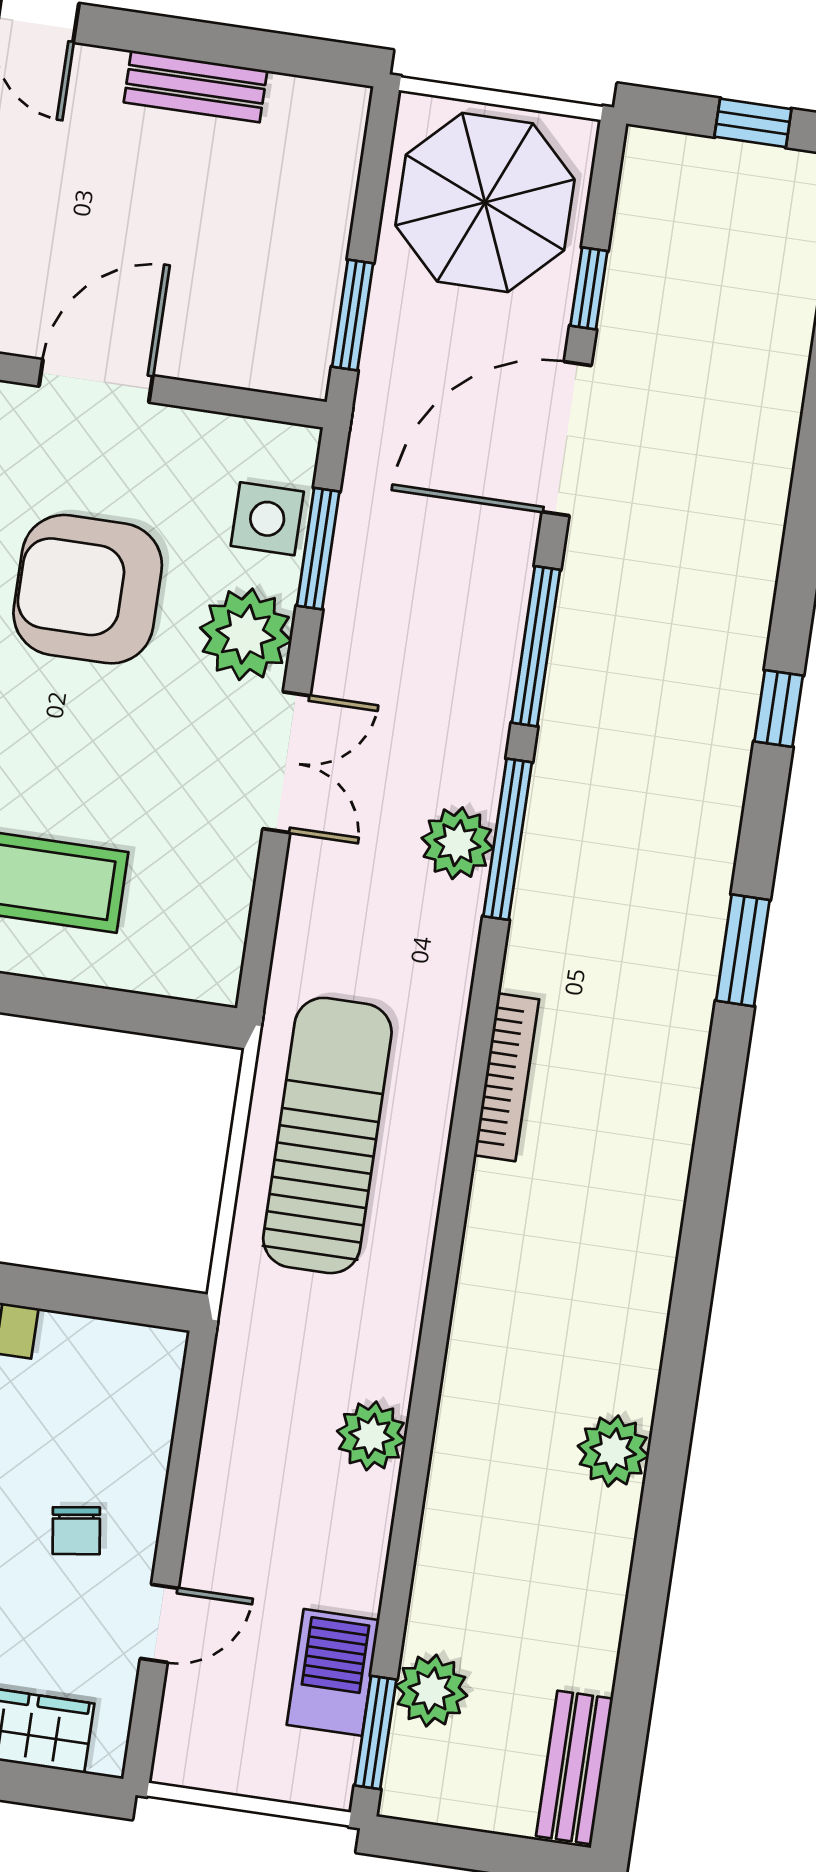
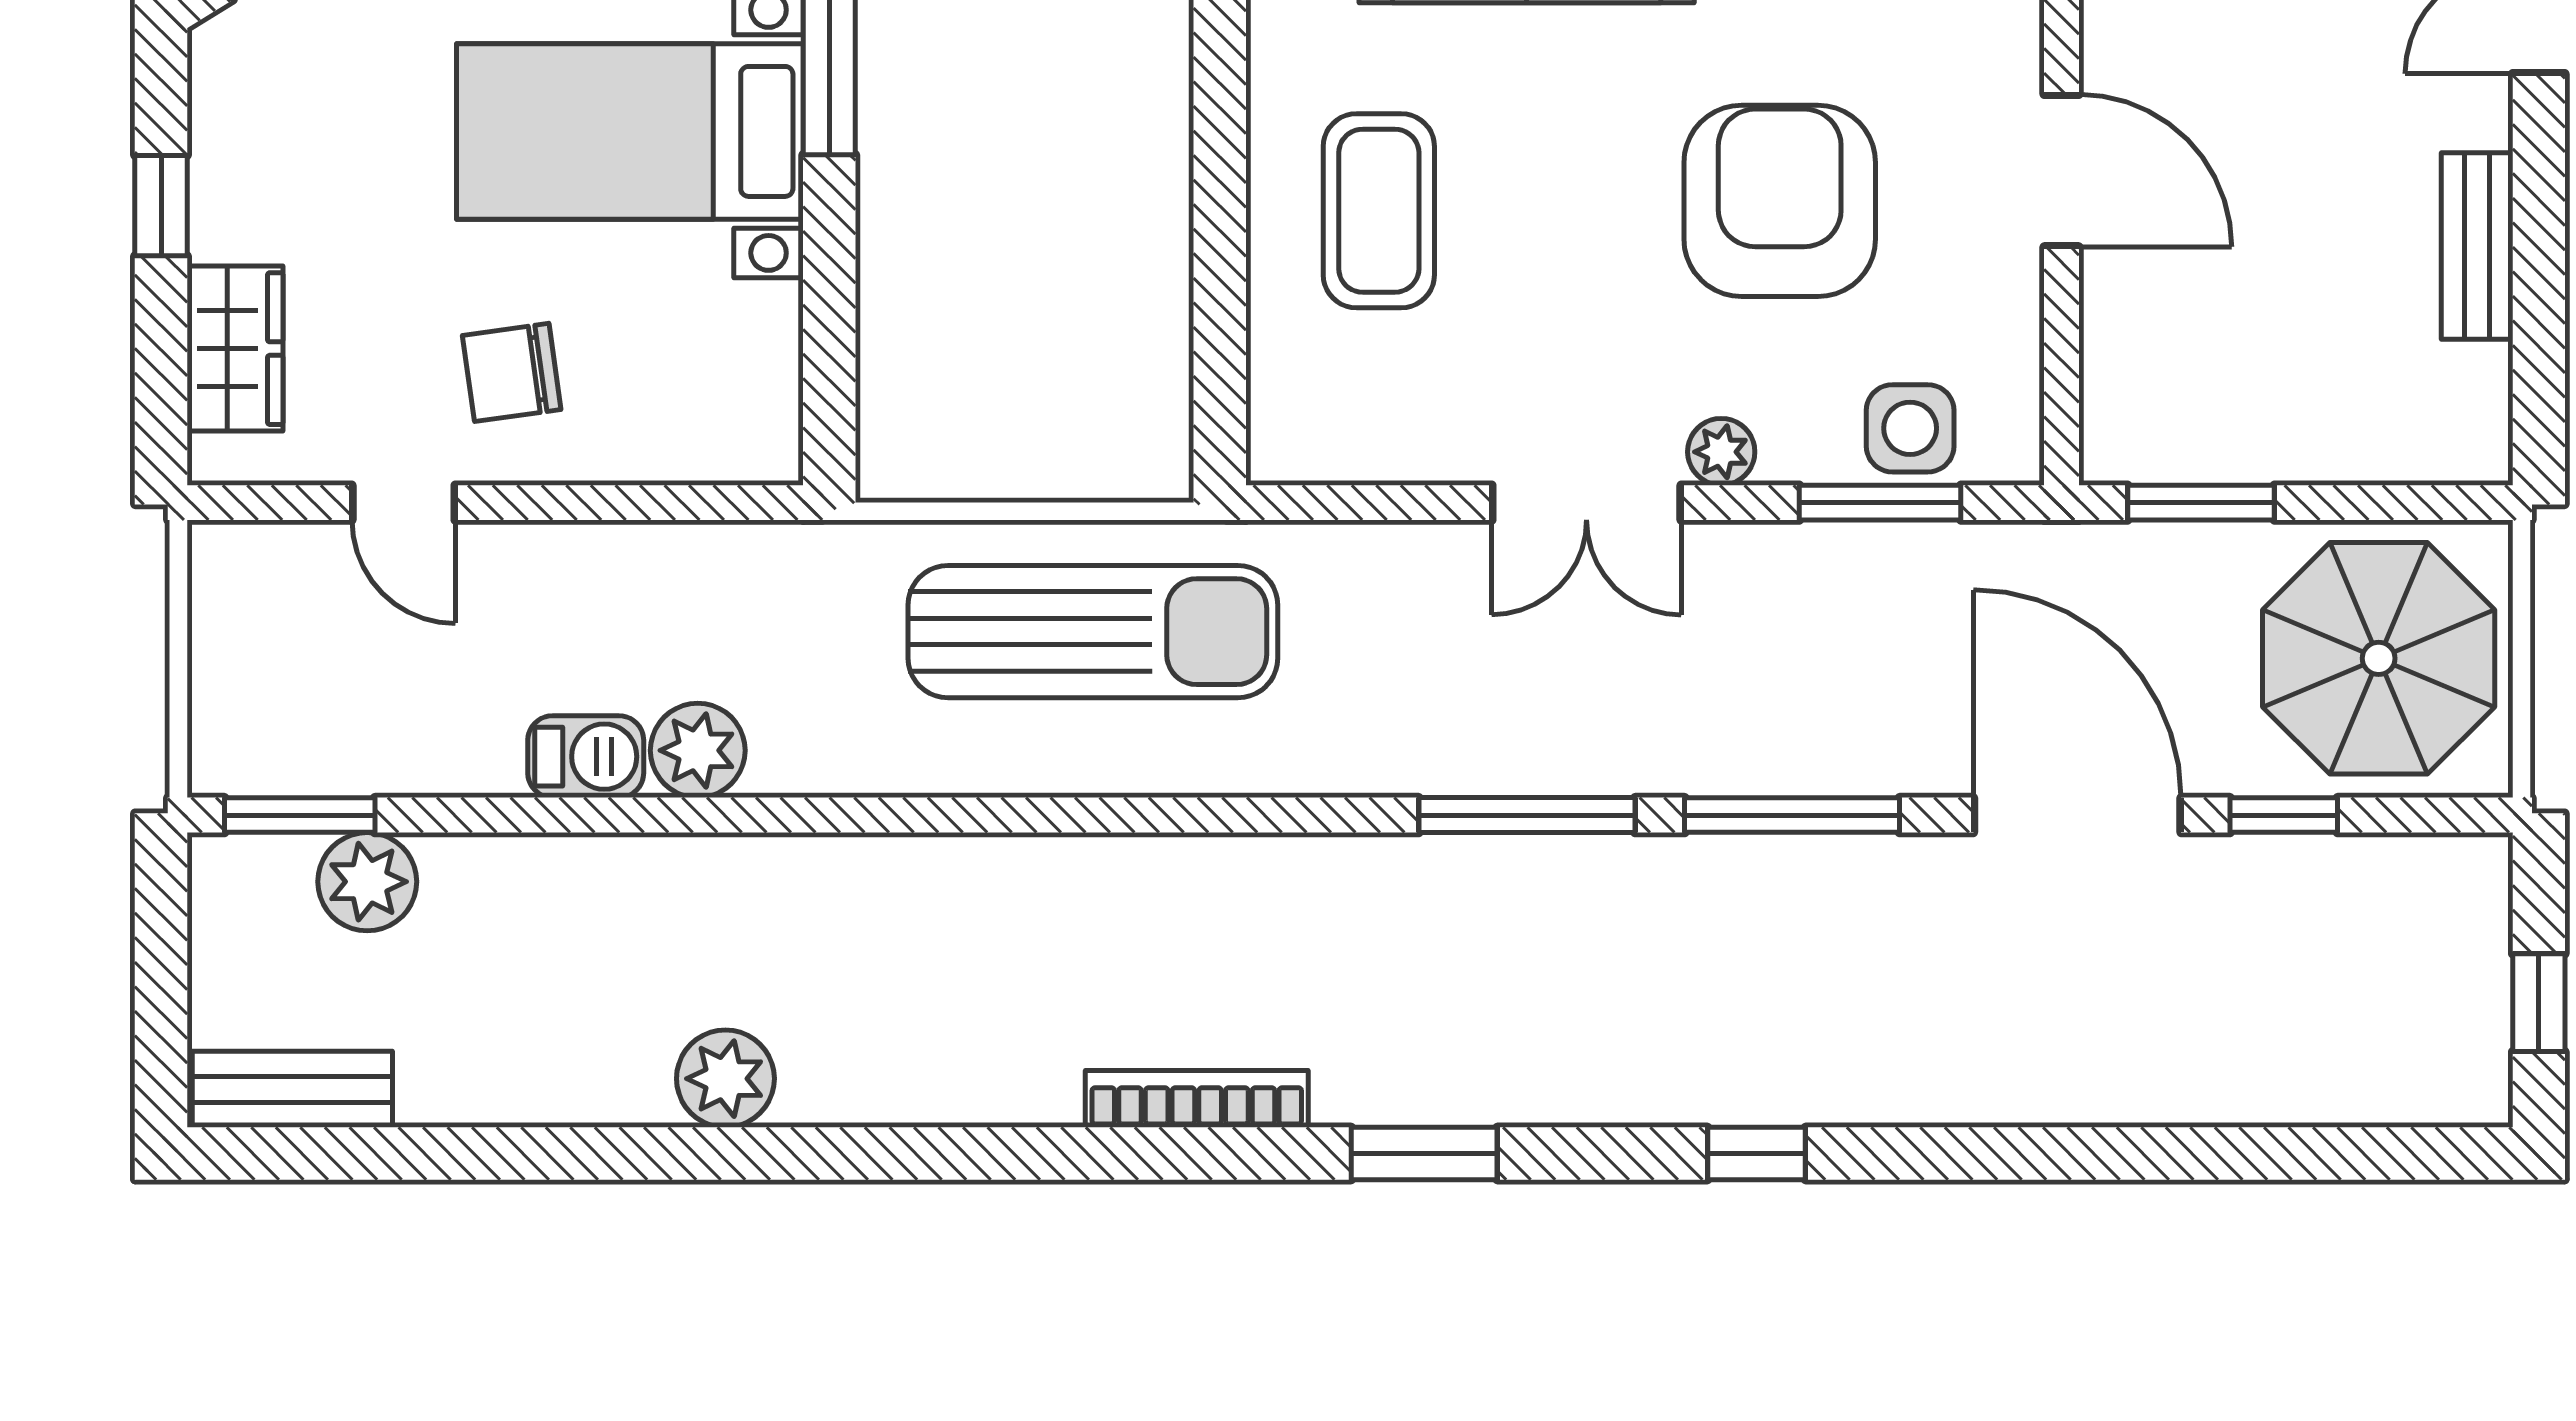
plant: (246, 634) -> (1721, 452), width x0.53, depth x0.53
plant: (457, 843) -> (1512, 748), removed
bookcase: (506, 1077) -> (1197, 1099), moved, turned 180
chair: (76, 1531) -> (512, 372), width x1.37, depth x1.37
barbecue: (333, 1672) -> (586, 757), moved, width x0.73, depth x0.79

